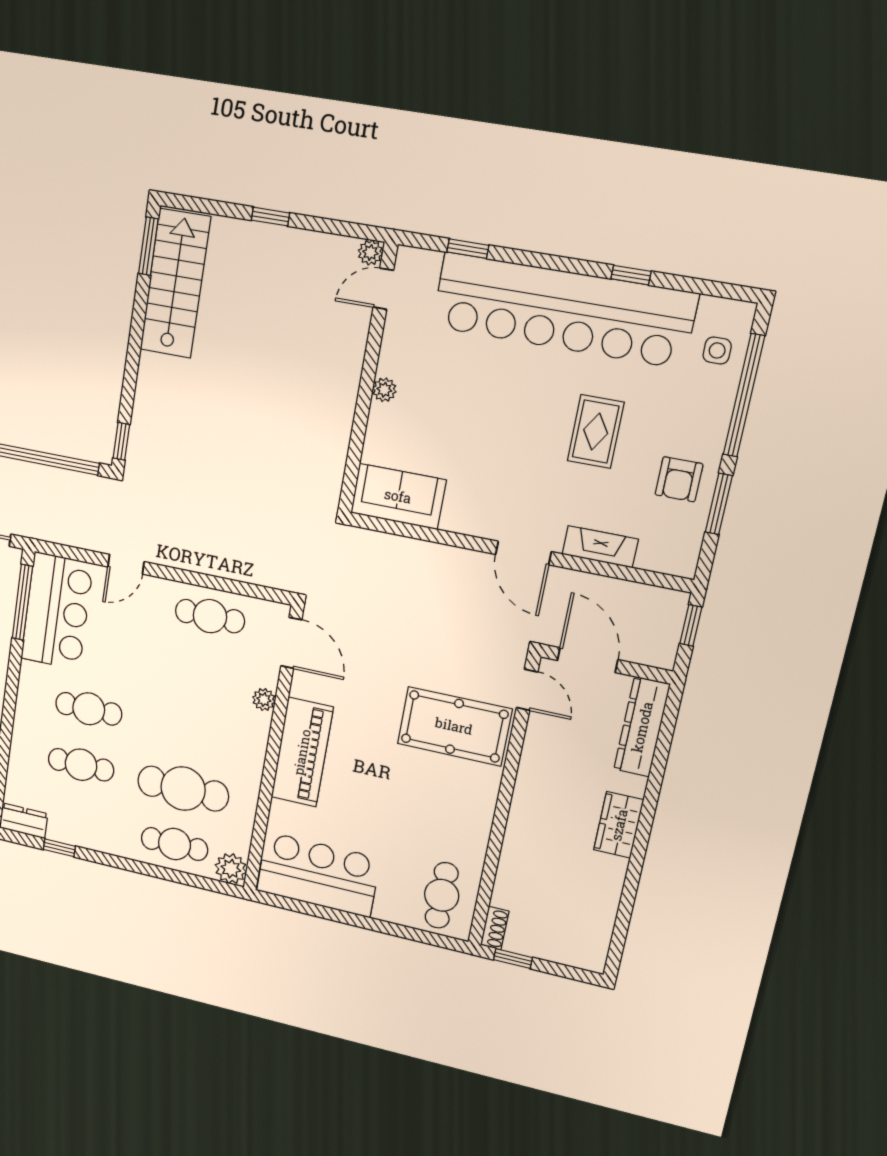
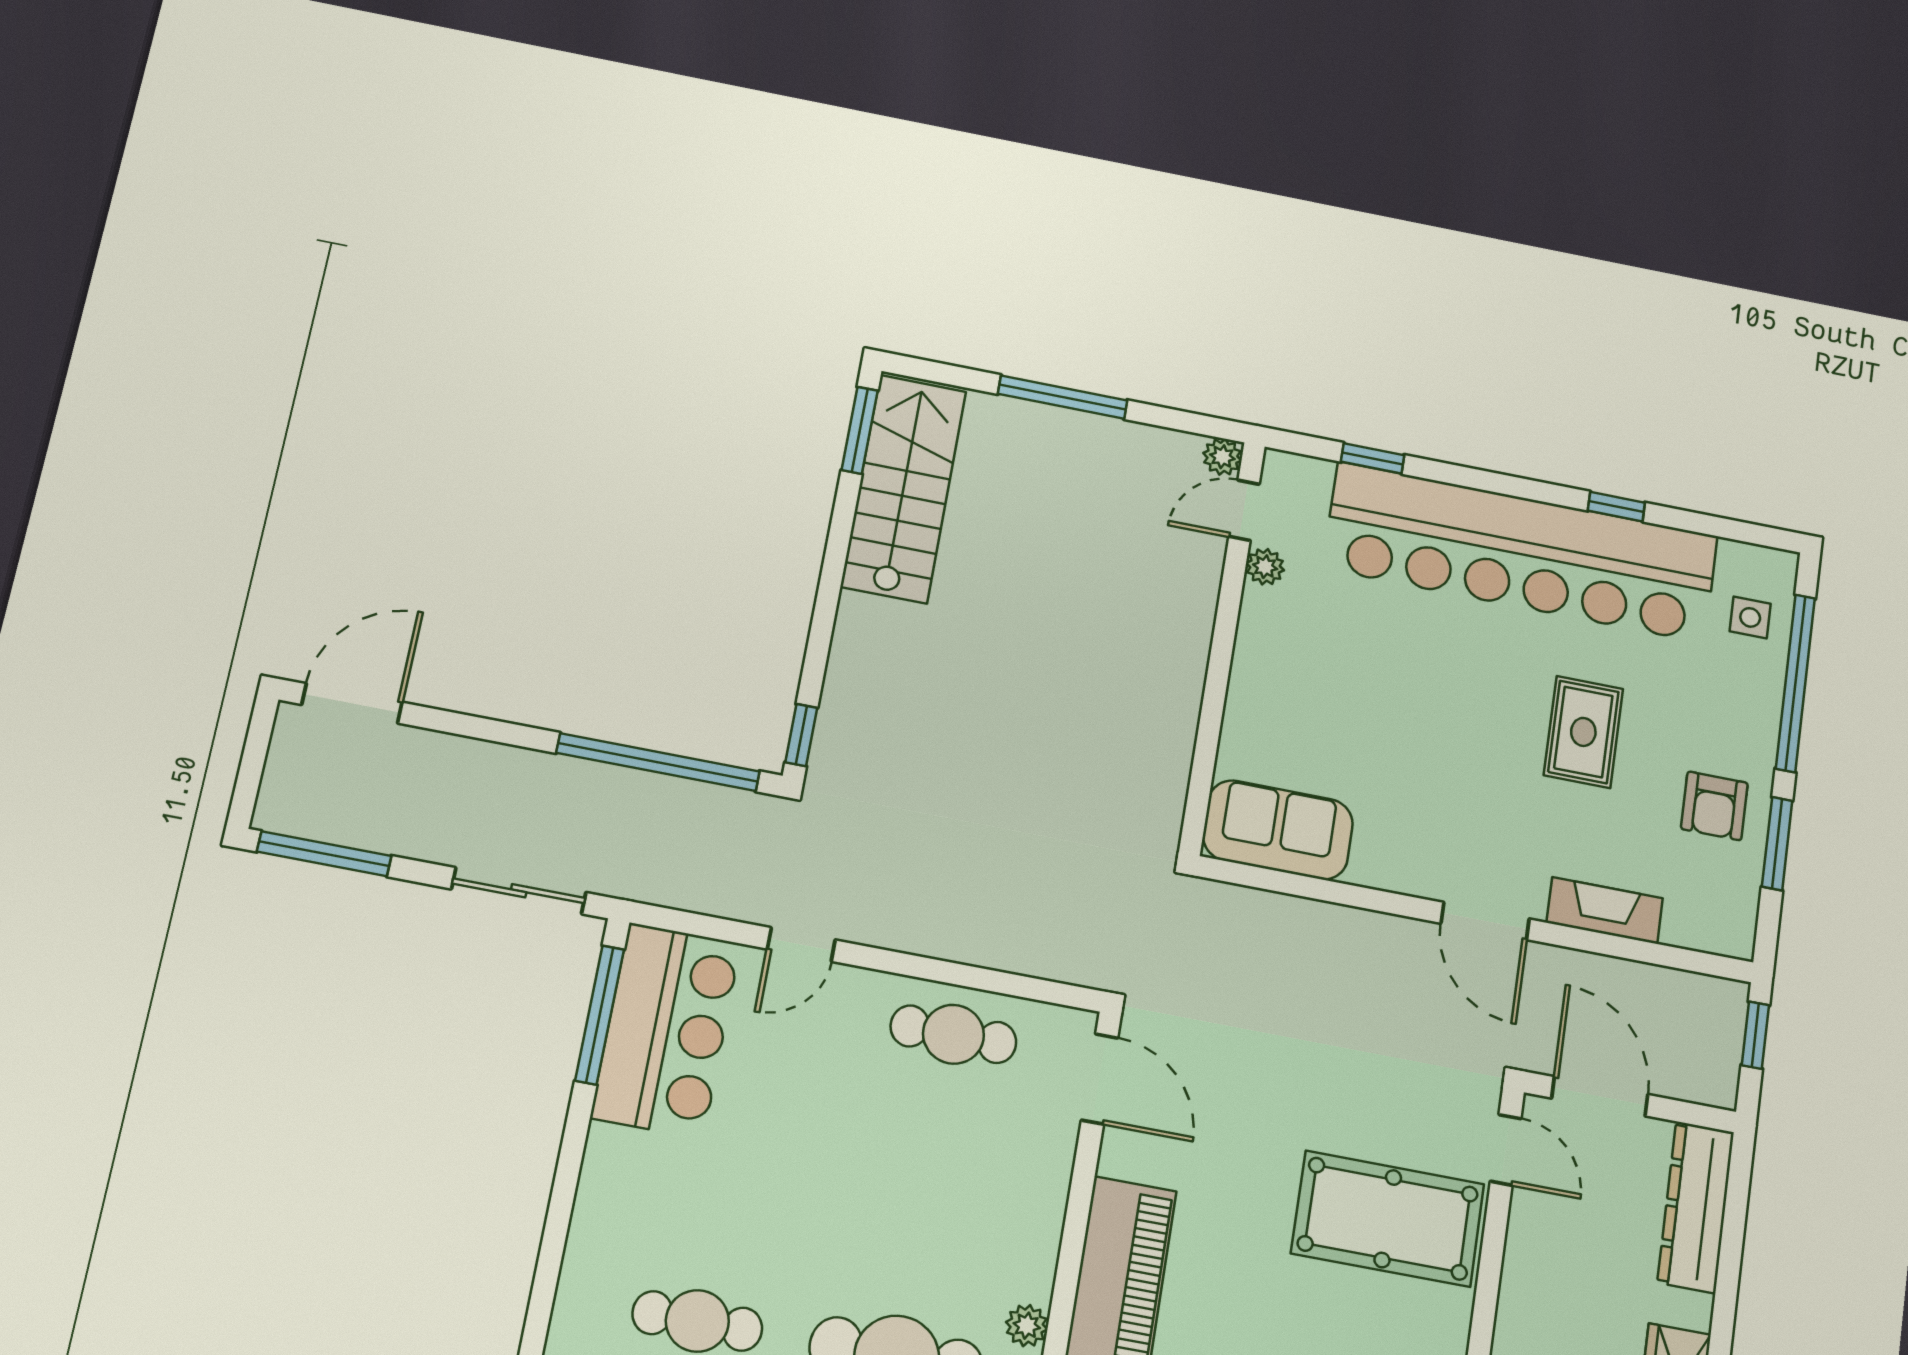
window: (270, 217) -> (1063, 397), width x2.17
plant: (384, 390) -> (1265, 567), moved
plant: (264, 700) -> (1027, 1326), moved
cafe table: (89, 709) -> (718, 1211), removed

